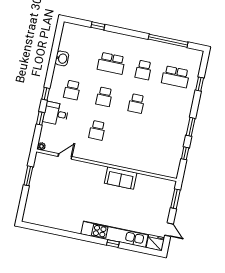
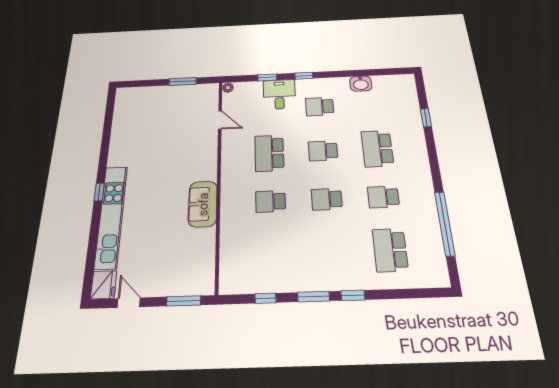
window: (200, 84) -> (353, 295), moved
school desk: (97, 130) -> (269, 153), width x1.85
school desk: (129, 137) -> (271, 201), added
door: (169, 230) -> (129, 303), swing flipped
window: (113, 244) -> (99, 192), moved

